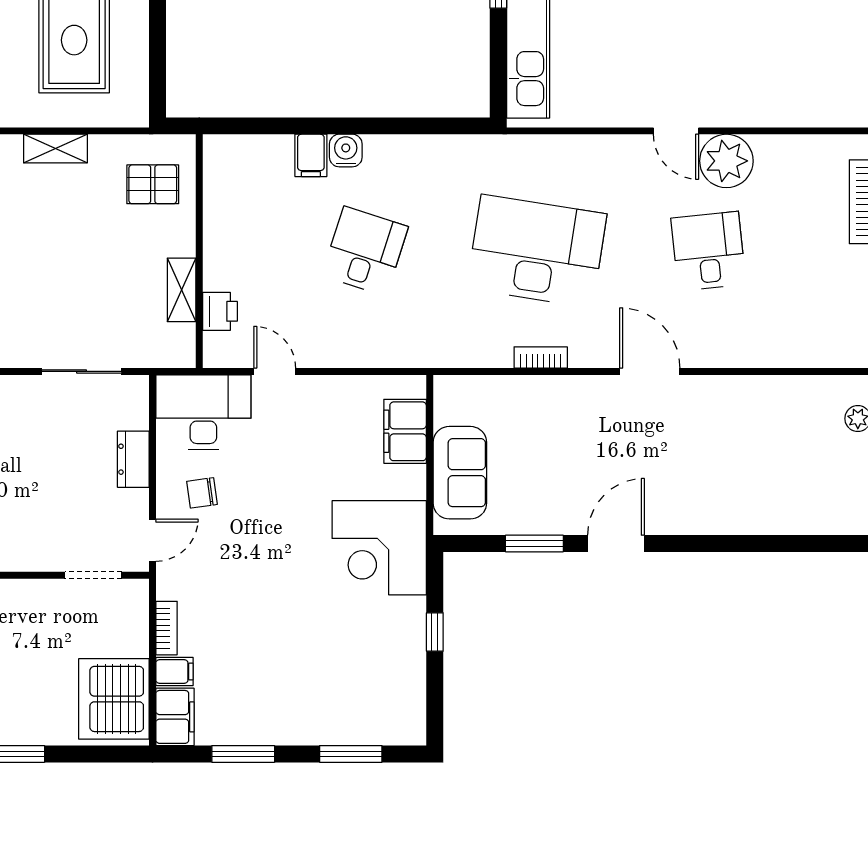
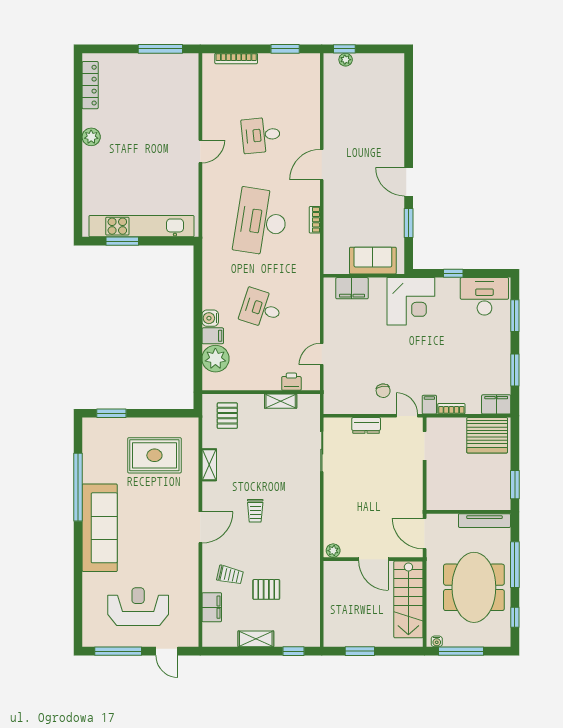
plant: (726, 161) -> (215, 359), moved
desk: (203, 412) -> (484, 296), moved, turned 90
filing cabinet: (174, 671) -> (429, 405), moved

